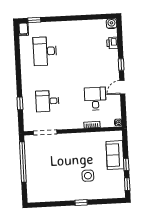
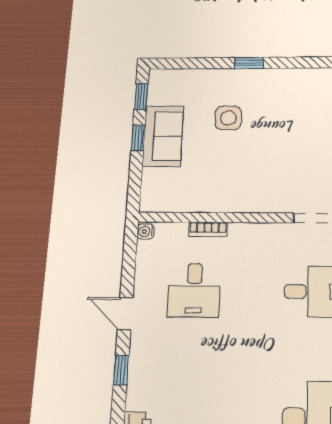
door: (122, 87) -> (125, 313), swing flipped
sofa: (115, 155) -> (163, 136), moved

